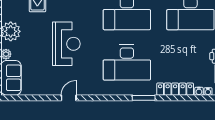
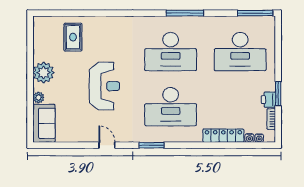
door: (69, 98) -> (107, 145), hinge flipped
window: (144, 98) -> (151, 145), moved

